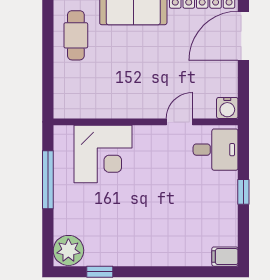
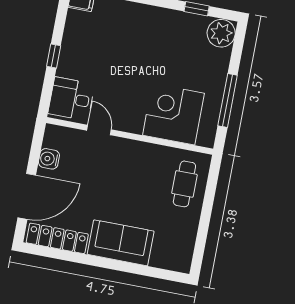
cafe table: (76, 35) -> (184, 184), moved
water cooler: (227, 108) -> (49, 159), moved, turned -90
door: (180, 122) -> (99, 130), swing flipped

